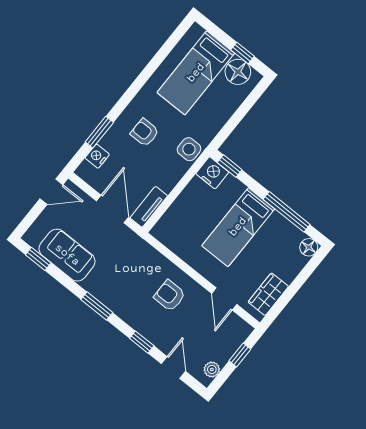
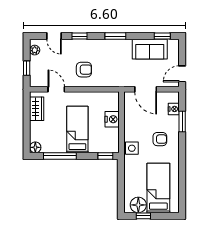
nightstand: (212, 173) -> (112, 119), moved, turned -90
tv unit: (149, 207) -> (129, 105), removed

